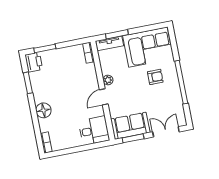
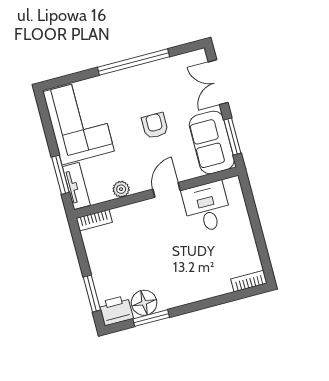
armchair: (155, 77) -> (155, 126), moved
plant: (108, 80) -> (121, 189), moved
door: (104, 97) -> (166, 190), swing flipped
floor lamp: (43, 110) -> (144, 303), moved
desk: (94, 131) -> (207, 207), moved

